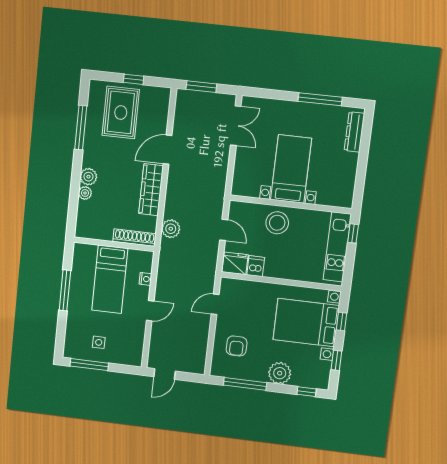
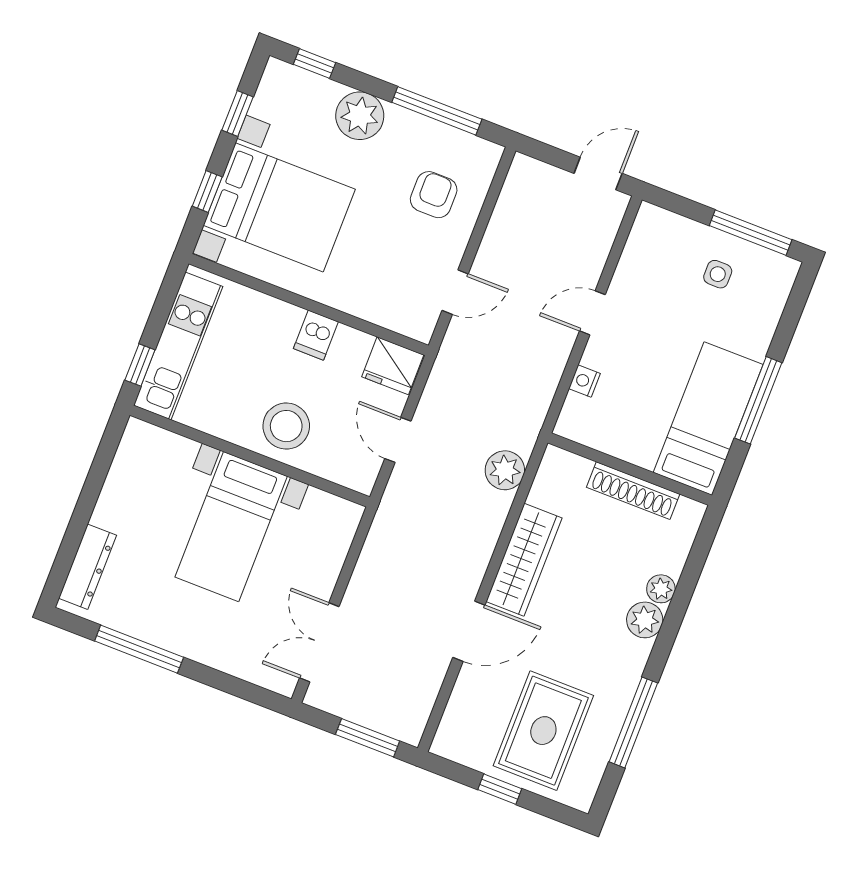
shoe rack: (134, 238) -> (633, 491), moved
dishwasher: (256, 266) -> (316, 335), moved
bed: (110, 279) -> (708, 419), moved

